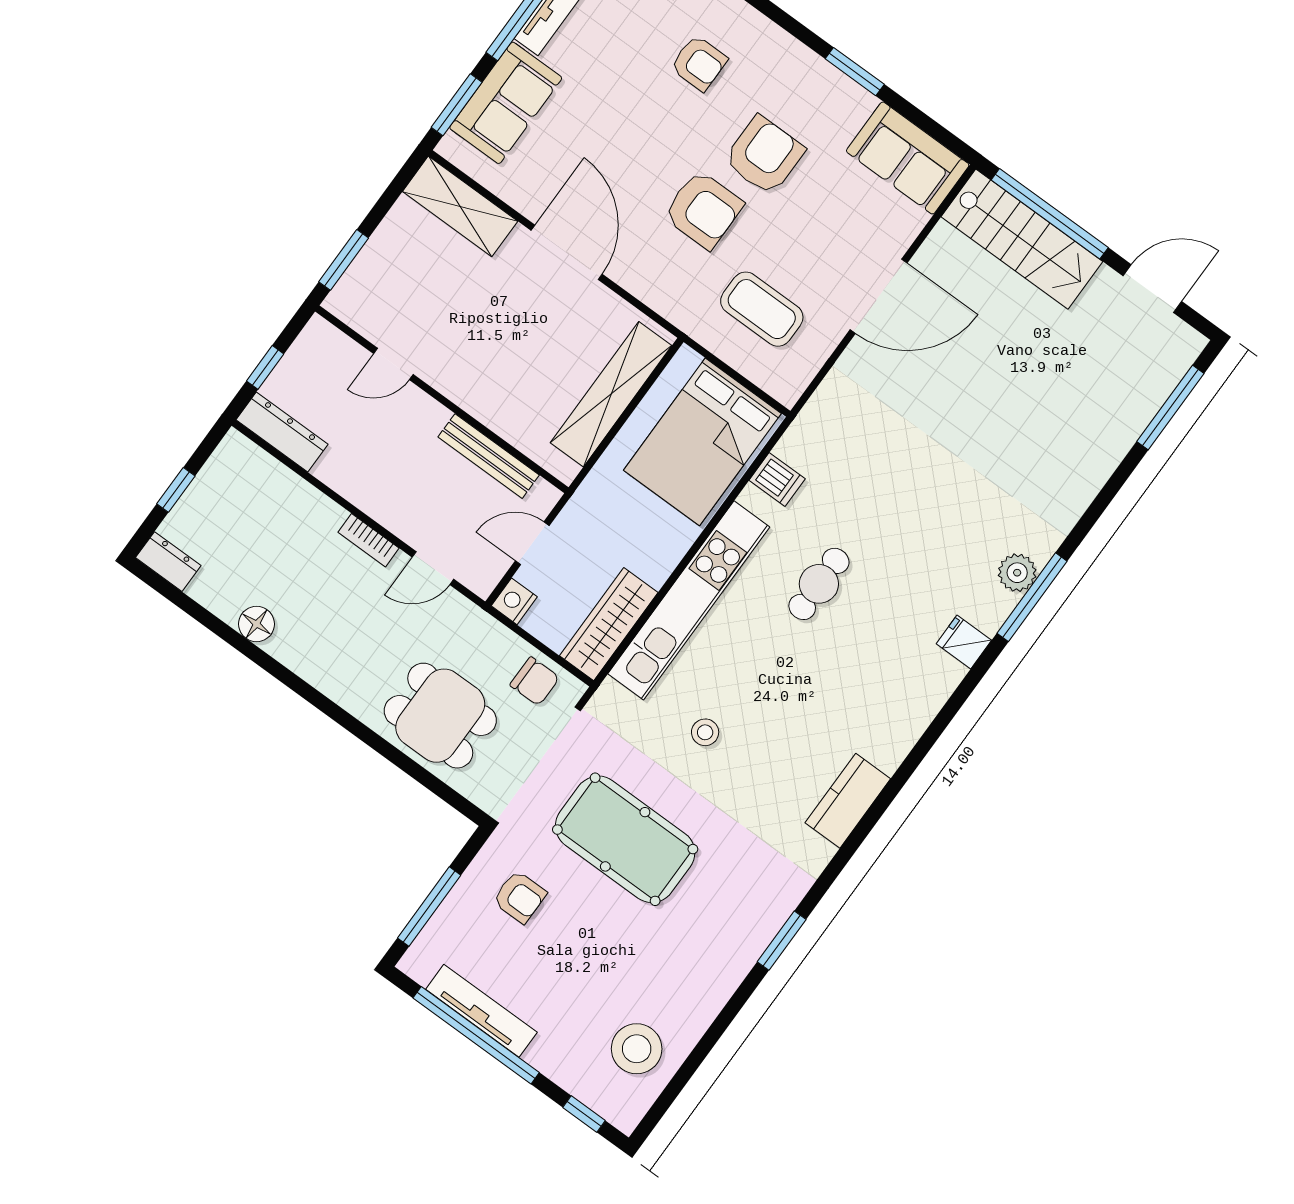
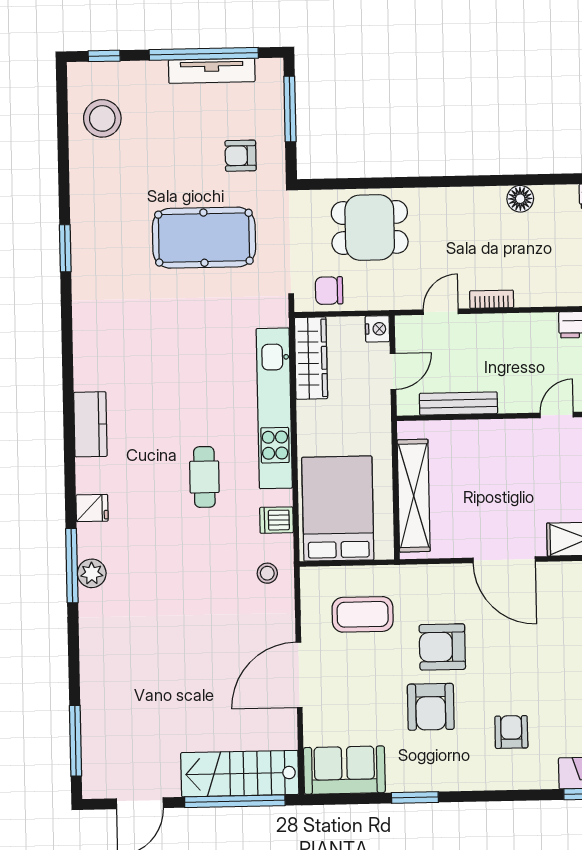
armchair: (699, 63) -> (511, 732), turned 90
stool: (705, 732) -> (267, 573), moved
kitchen counter: (848, 801) -> (90, 424), moved

